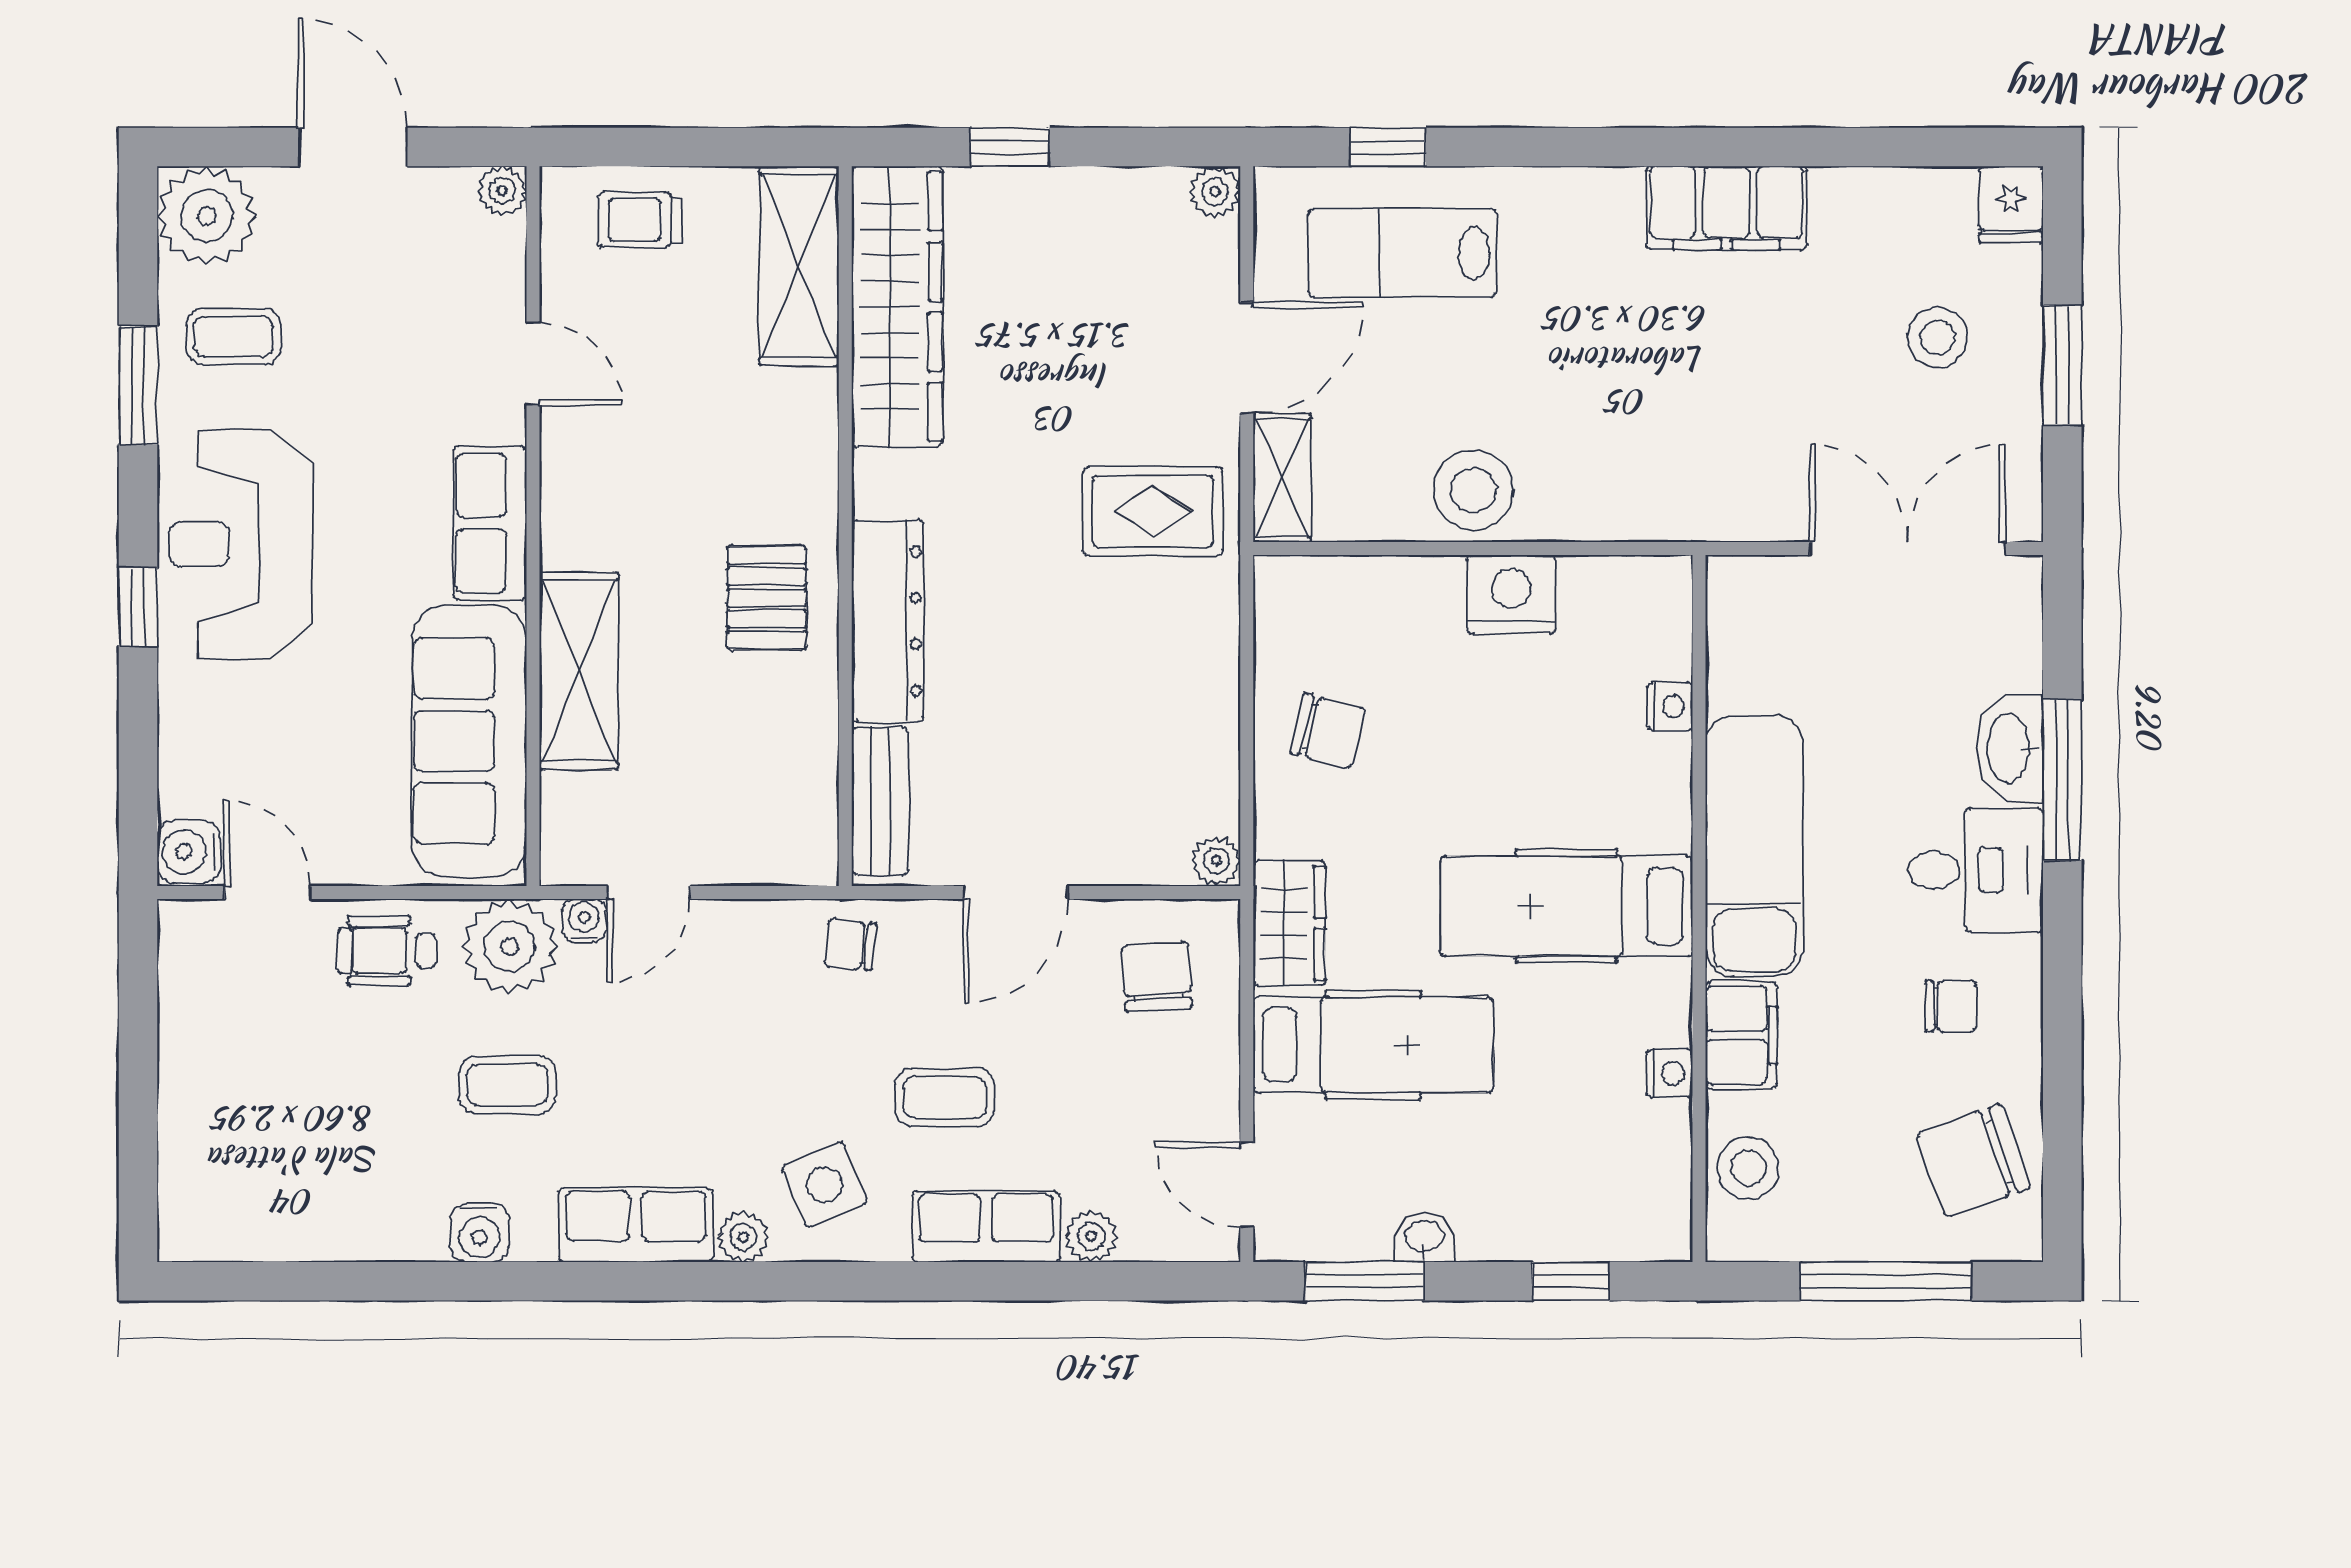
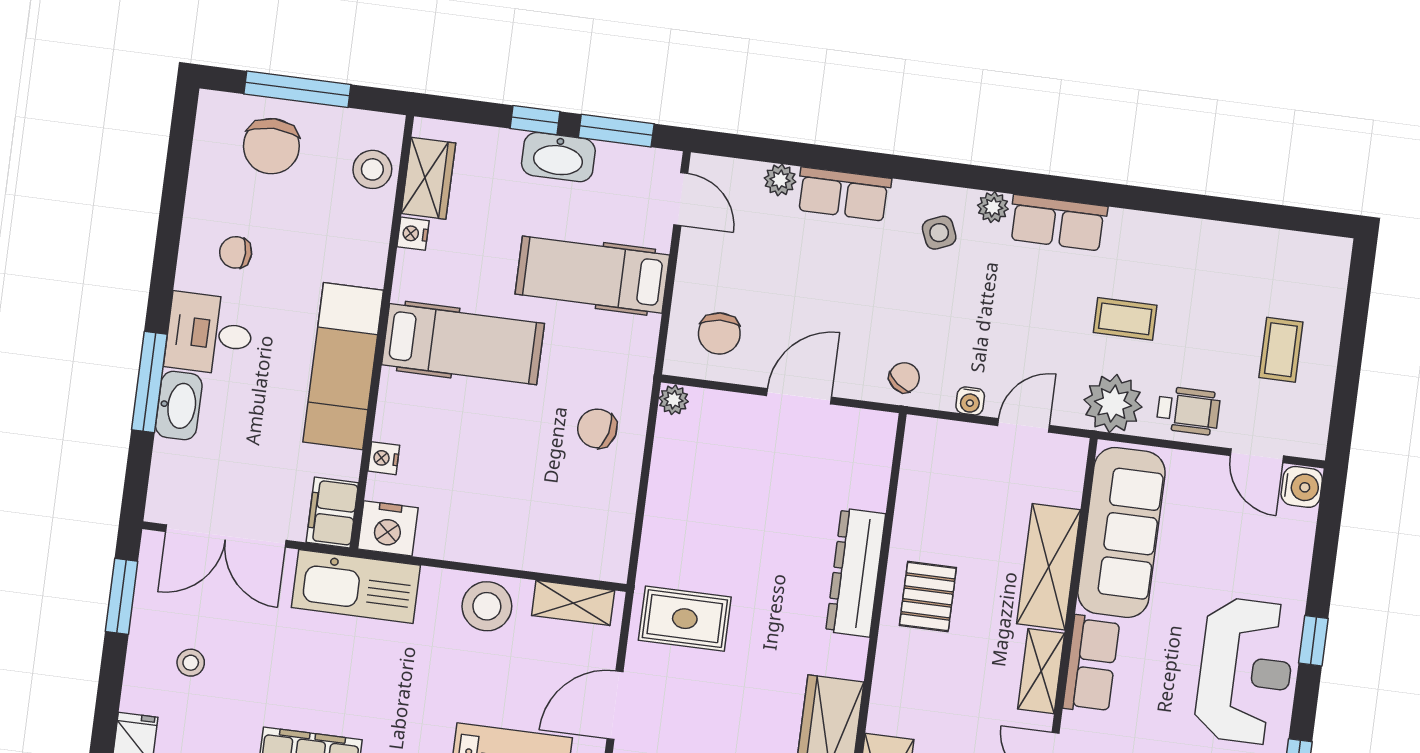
stool: (1937, 338) -> (191, 663), width x0.73, depth x0.73
window: (2062, 365) -> (122, 596), moved
shelving: (1282, 478) -> (573, 603), moved, turned 90
kitchen sink: (1688, 494) -> (356, 586), added
shelving: (569, 501) -> (1041, 671), added
nightstand: (1511, 594) -> (388, 528), moved
chair: (1328, 731) -> (597, 428), moved
bench: (880, 801) -> (875, 463), removed
water cooler: (584, 921) -> (970, 401), moved
wardrobe: (1289, 923) -> (428, 178), moved, turned 180
chair: (850, 945) -> (904, 377), turned -58
filing cabinet: (1741, 1035) -> (332, 512), moved
coffee table: (945, 1097) -> (1281, 350), moved, turned 90
chair: (1974, 1161) -> (271, 146), moved, turned 109
side table: (825, 1185) -> (939, 233), width x0.73, depth x0.73
water cooler: (479, 1232) -> (1154, 231), removed
washbasin: (1424, 1238) -> (558, 157), width x1.91, depth x1.45
window: (1571, 1281) -> (535, 120), moved

